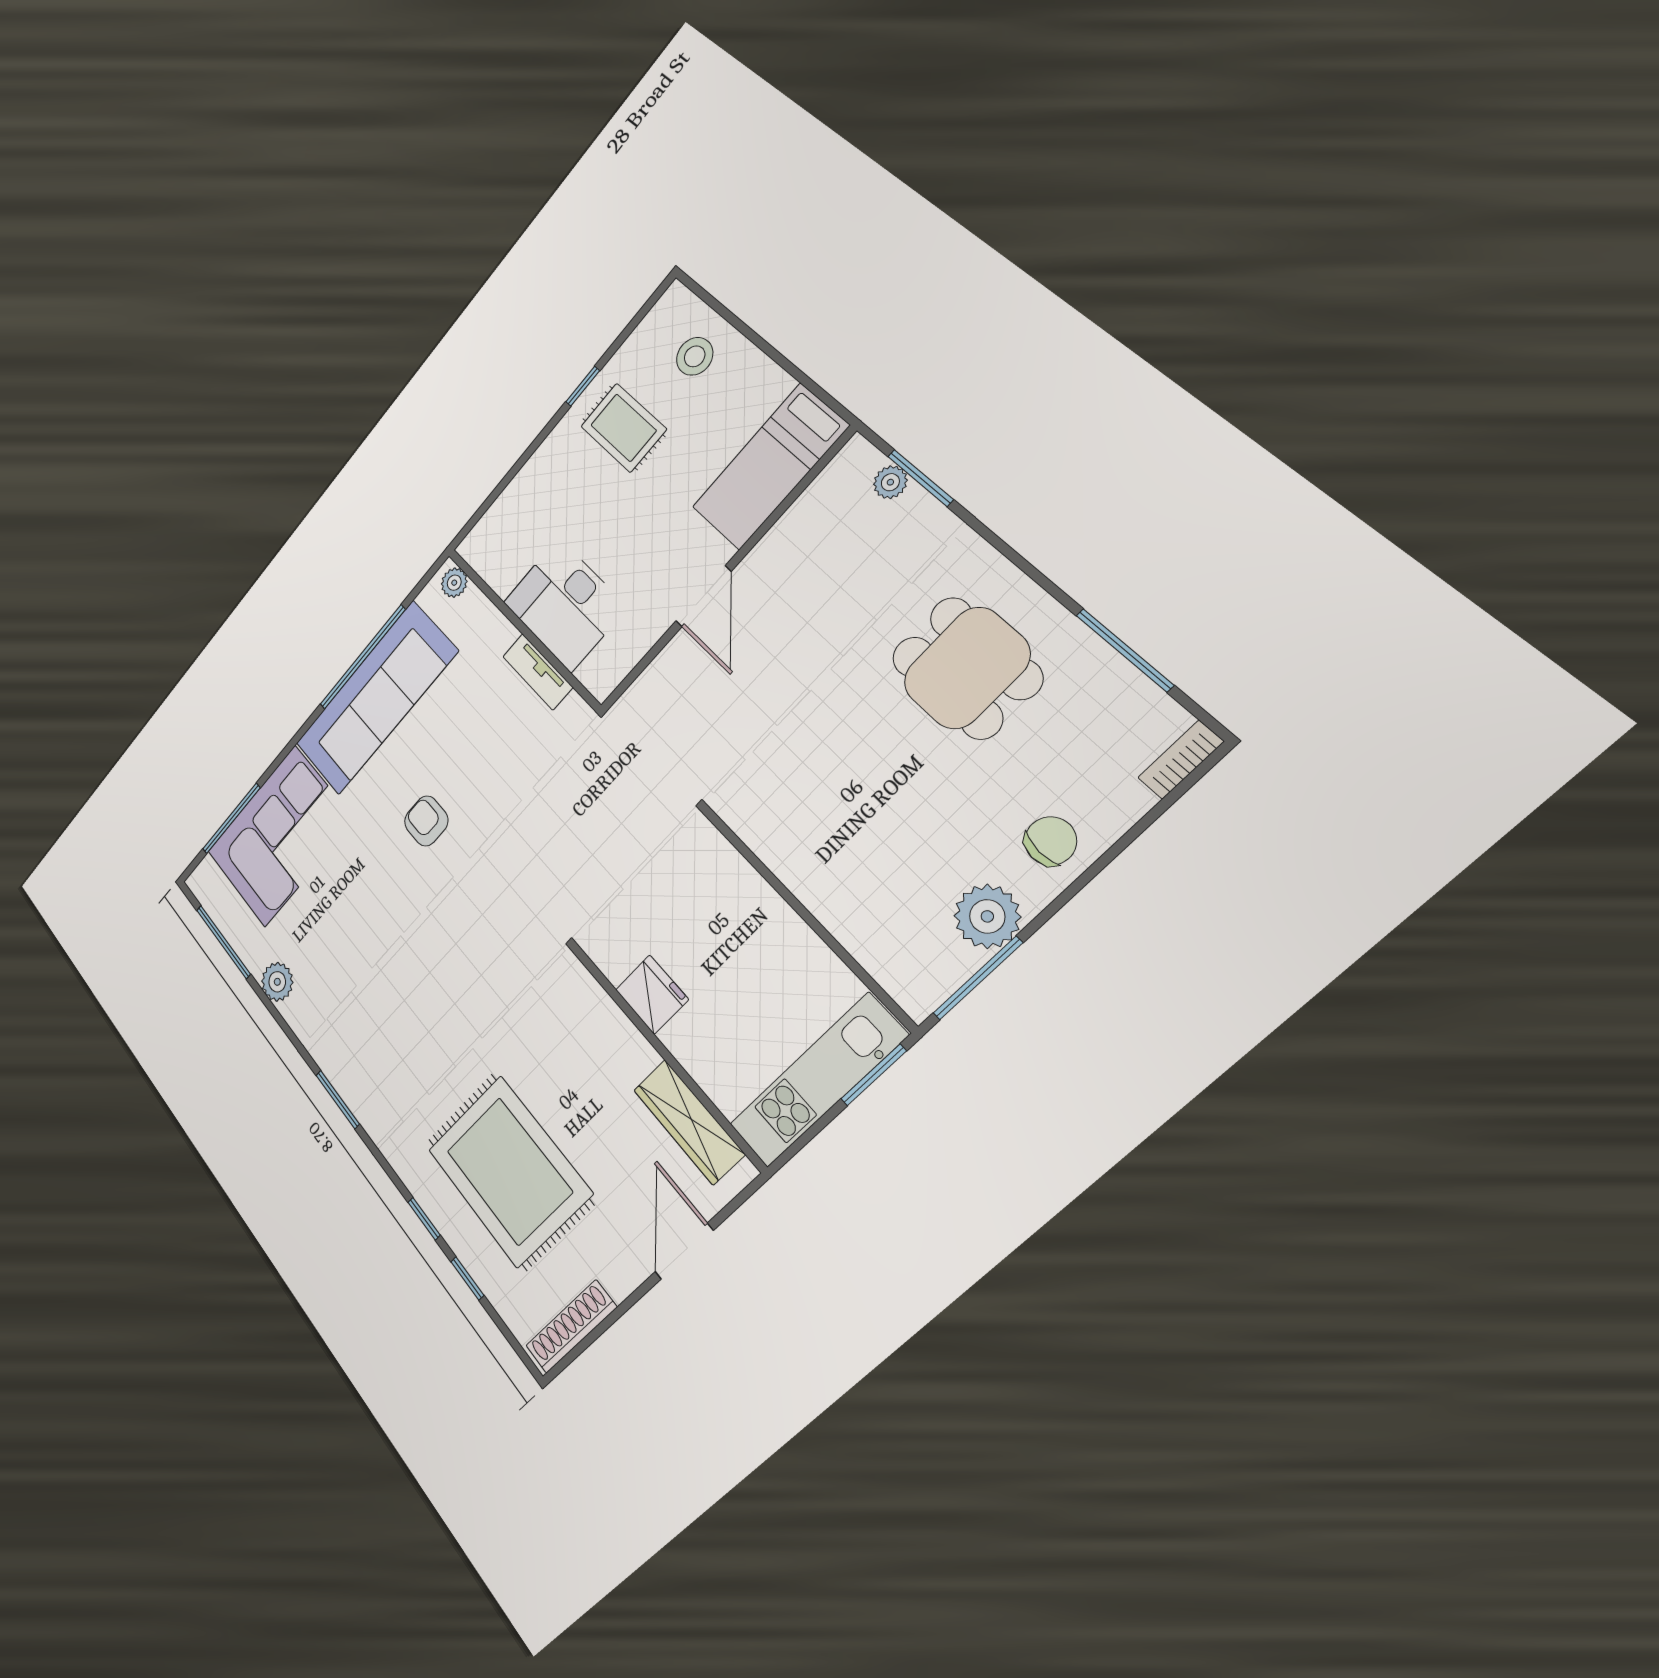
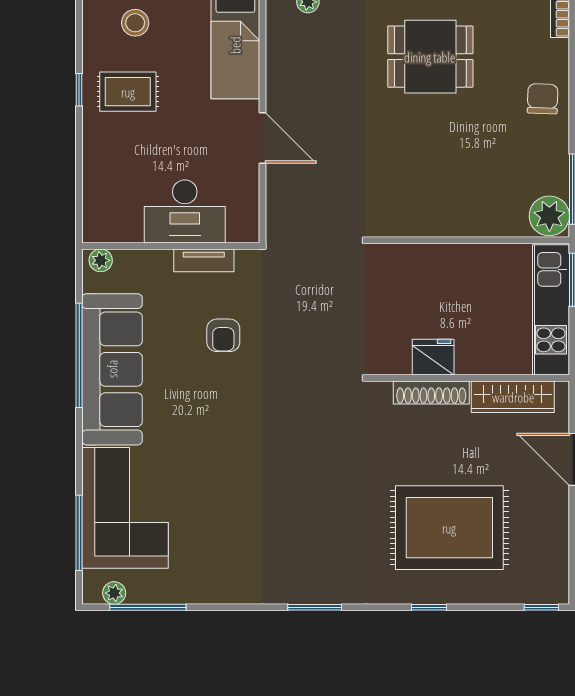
armchair: (426, 821) -> (223, 335), moved, turned -90
plant: (987, 916) -> (549, 216), moved
plant: (277, 982) -> (114, 593), moved, width x0.73, depth x0.73
window: (467, 1278) -> (541, 607), moved
shoe rack: (571, 1327) -> (431, 392), moved, turned -90

